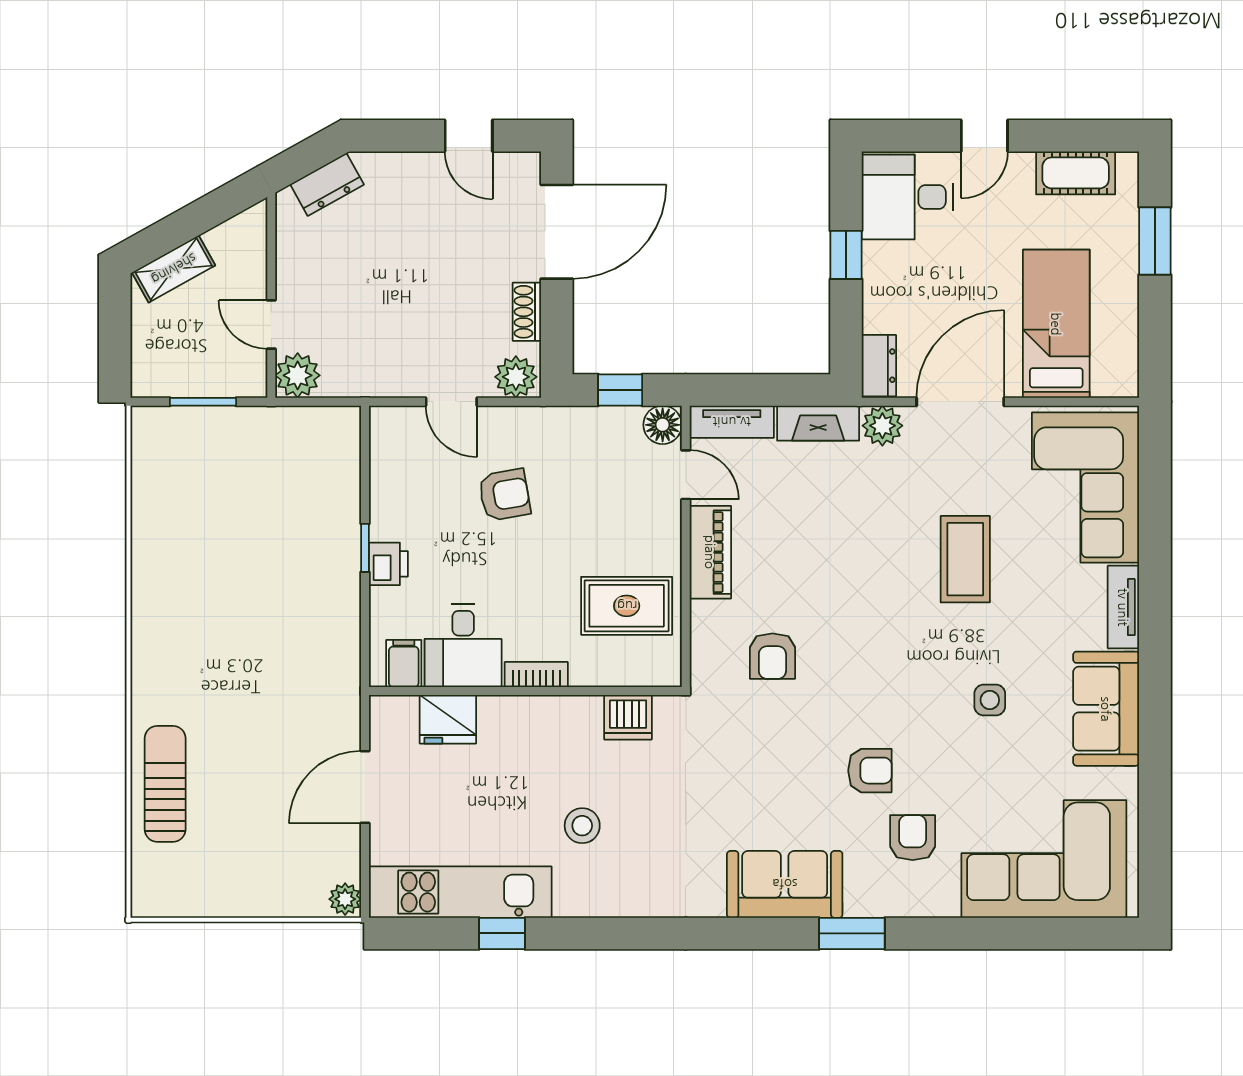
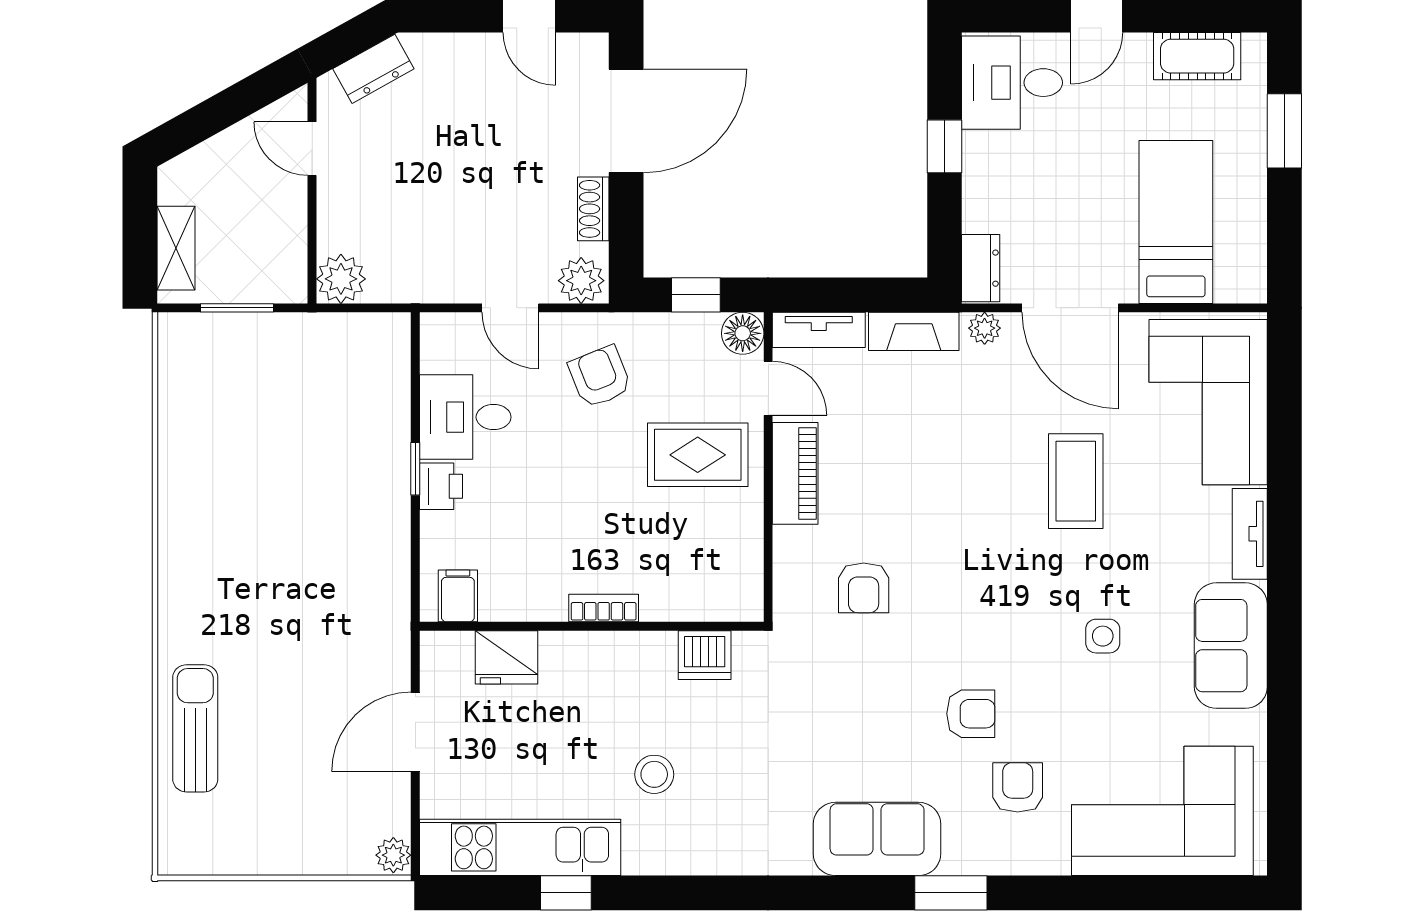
shelving: (174, 269) -> (176, 248), moved, turned -61
door: (271, 324) -> (312, 149), moved
door: (960, 402) -> (1070, 308), swing flipped
plant: (882, 426) -> (985, 328), width x0.73, depth x0.73
armchair: (504, 495) -> (600, 377), moved, turned -102
rug: (627, 606) -> (698, 455), moved
desk: (463, 646) -> (465, 417), moved, turned 90

